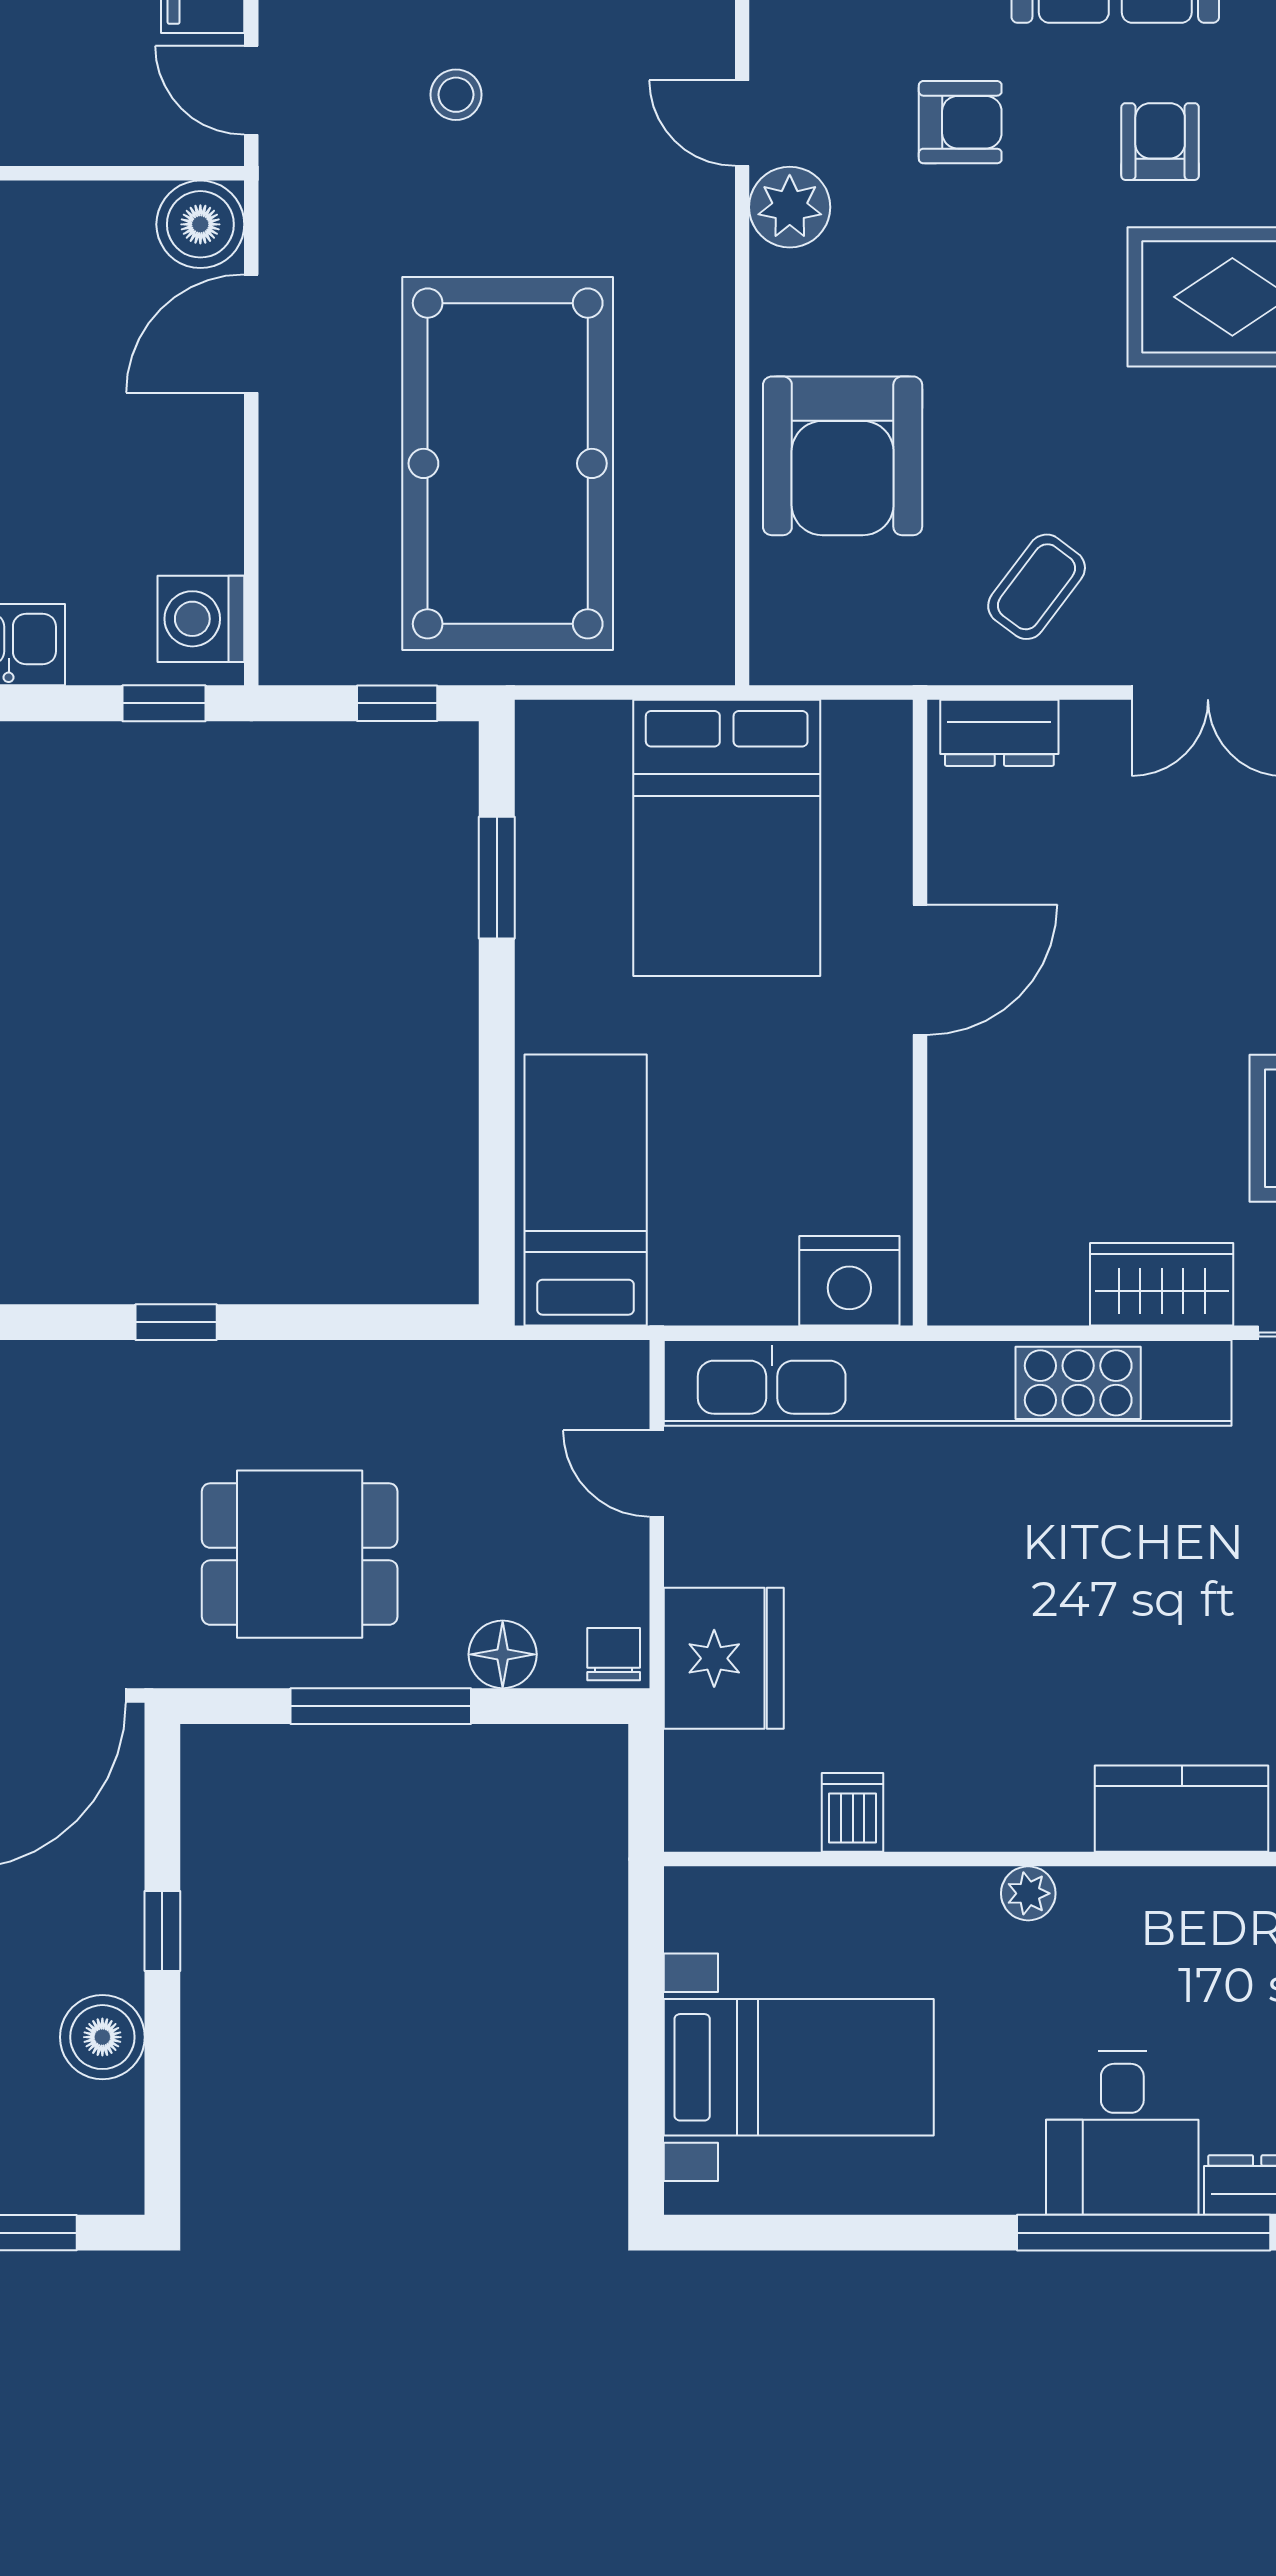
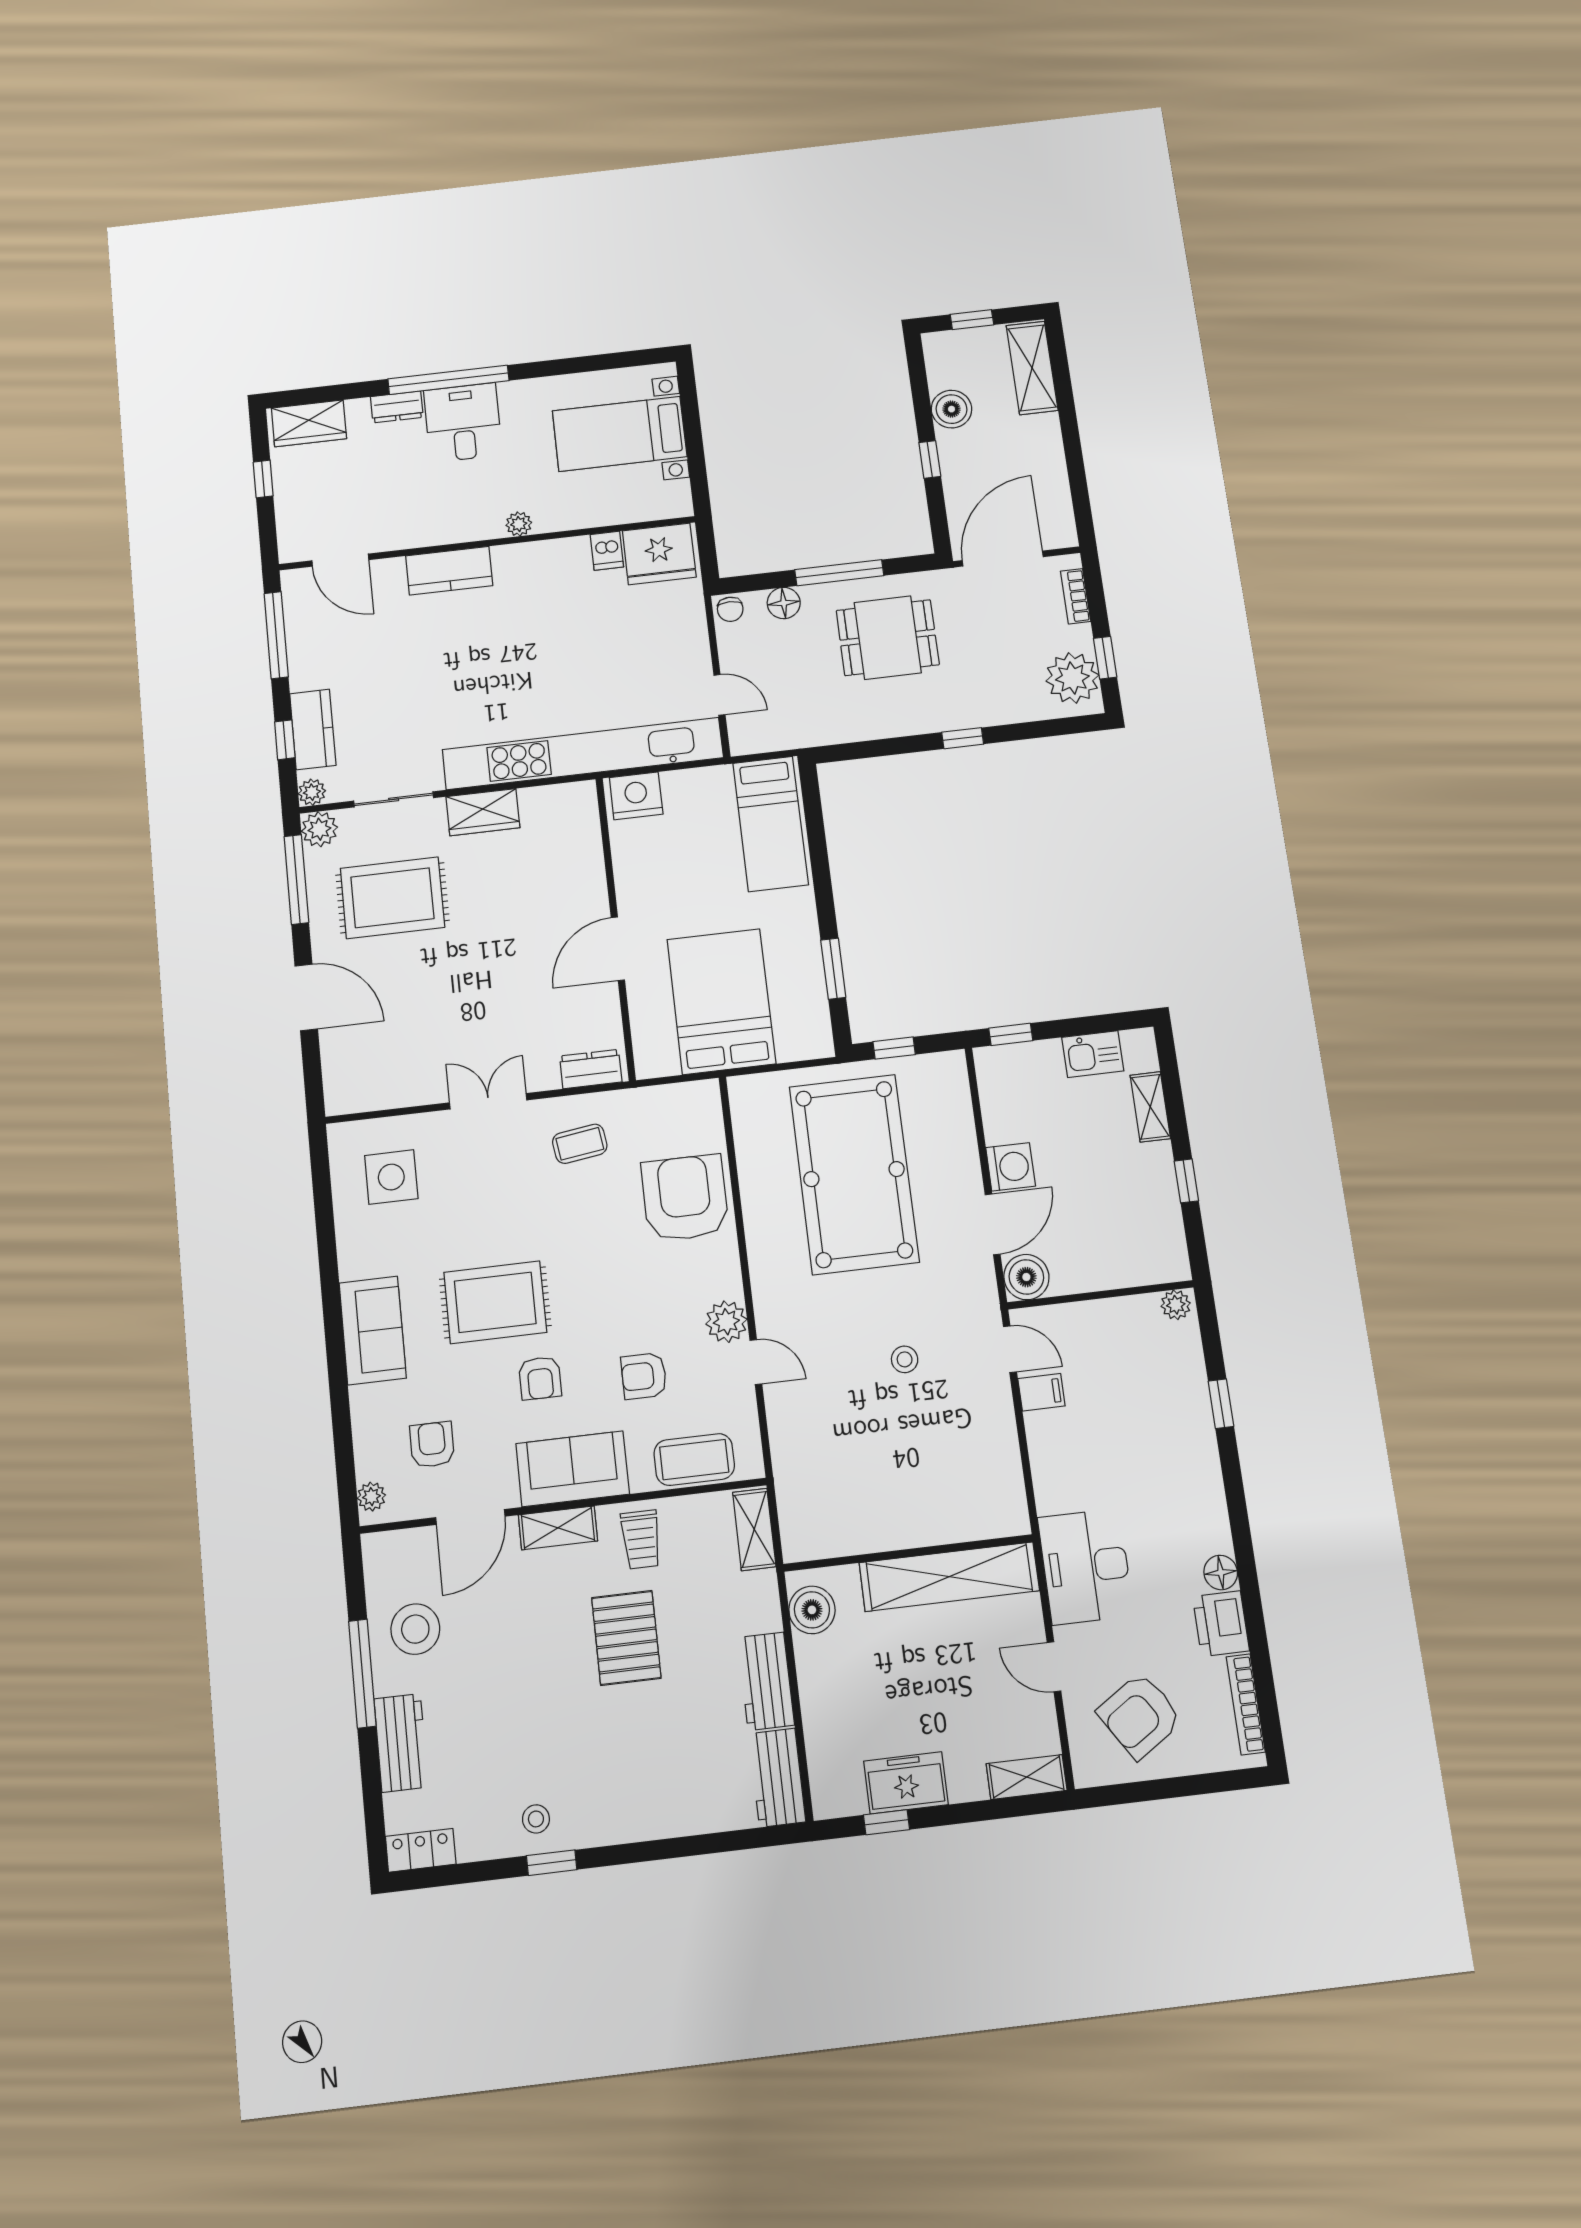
coffee table: (1037, 587) -> (580, 1144), turned 45
washing machine: (201, 619) -> (1011, 1167), moved
fridge: (724, 1658) -> (659, 554), moved, turned -90

